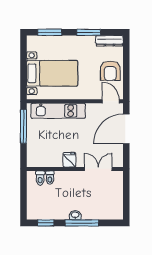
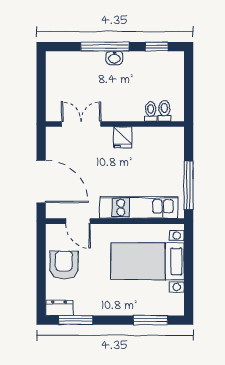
window: (89, 32) -> (76, 320), moved
dresser: (110, 41) -> (59, 308), width x0.70
door: (111, 101) -> (78, 221), moved
door: (126, 129) -> (41, 181), hinge flipped
double door: (98, 169) -> (81, 124), swing flipped

